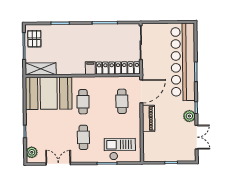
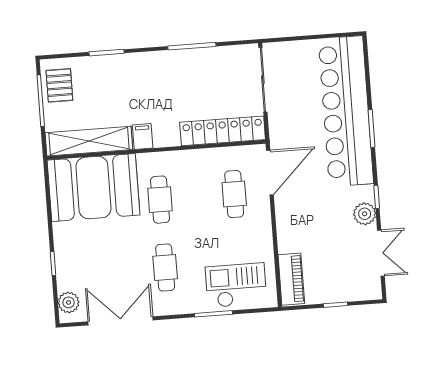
filing cabinet: (90, 68) -> (143, 136), moved
shelving: (41, 69) -> (89, 141), width x1.47
piano: (149, 118) -> (291, 279), moved
double door: (58, 164) -> (121, 321), width x1.37

